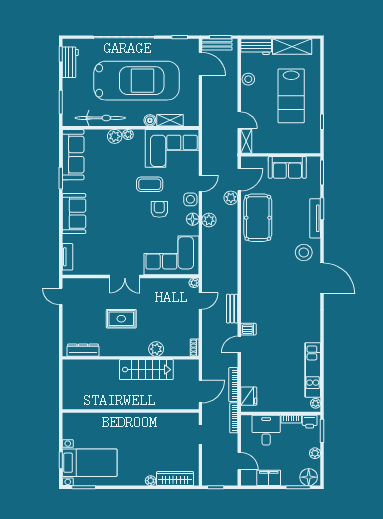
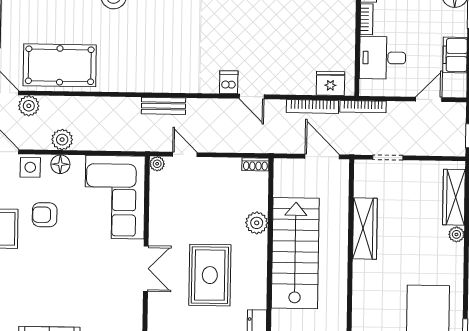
bench: (232, 309) -> (164, 106), moved
rug: (121, 319) -> (210, 275), width x1.36, depth x1.43
stairs: (146, 370) -> (295, 253), width x1.36, depth x1.51
wardrobe: (153, 420) -> (365, 229), added

